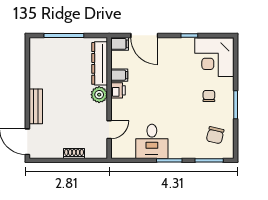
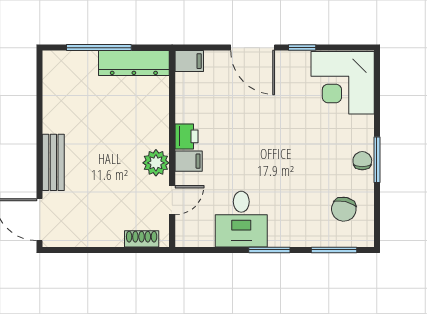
door: (144, 35) -> (253, 48), moved
dresser: (100, 63) -> (134, 63), moved, turned -90
filing cabinet: (119, 75) -> (189, 161), moved
plant: (99, 95) -> (156, 163), moved
chair: (209, 96) -> (362, 161), moved
shoe rack: (74, 154) -> (142, 239), moved

